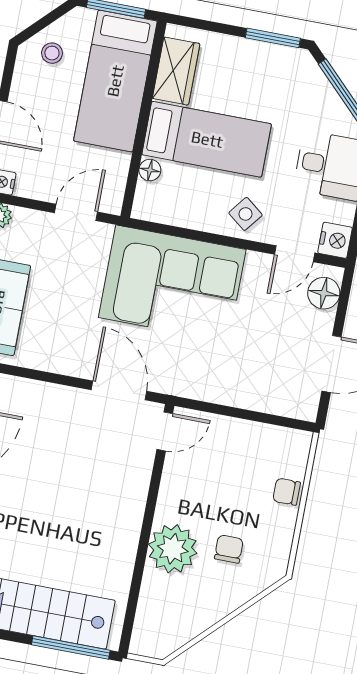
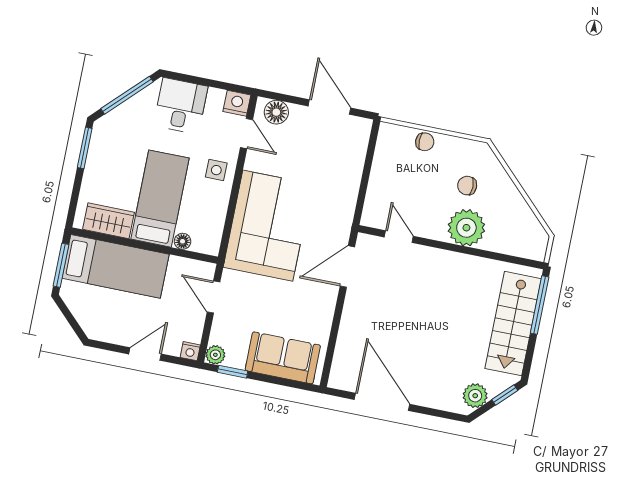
stool: (52, 53) -> (94, 314), removed
side table: (246, 214) -> (216, 170), turned -38
door: (165, 431) -> (399, 237), moved
chair: (287, 492) -> (425, 142), turned -90

